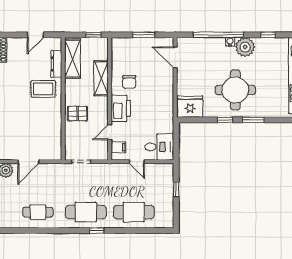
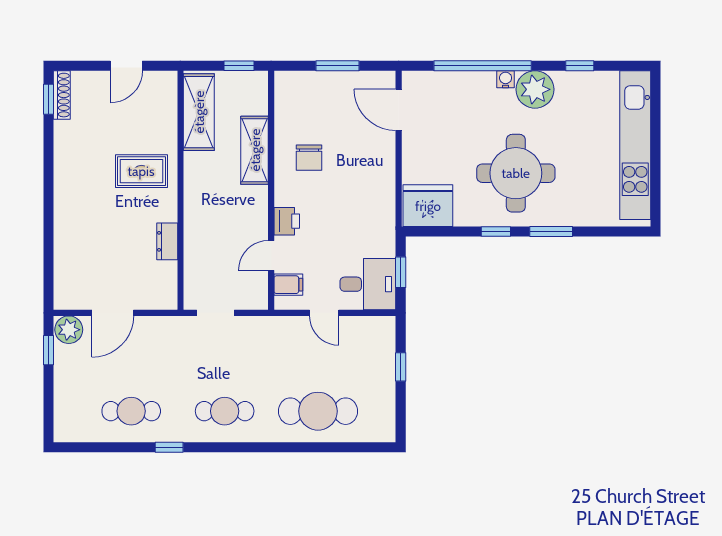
dresser: (56, 64) -> (167, 241), moved, width x0.70
printer: (121, 108) -> (287, 221), width x0.53, depth x0.68
pallet: (78, 114) -> (209, 219), removed
window: (176, 141) -> (401, 272), added
cafe table: (86, 212) -> (225, 411), width x0.73, depth x0.74
window: (97, 231) -> (169, 447), moved

